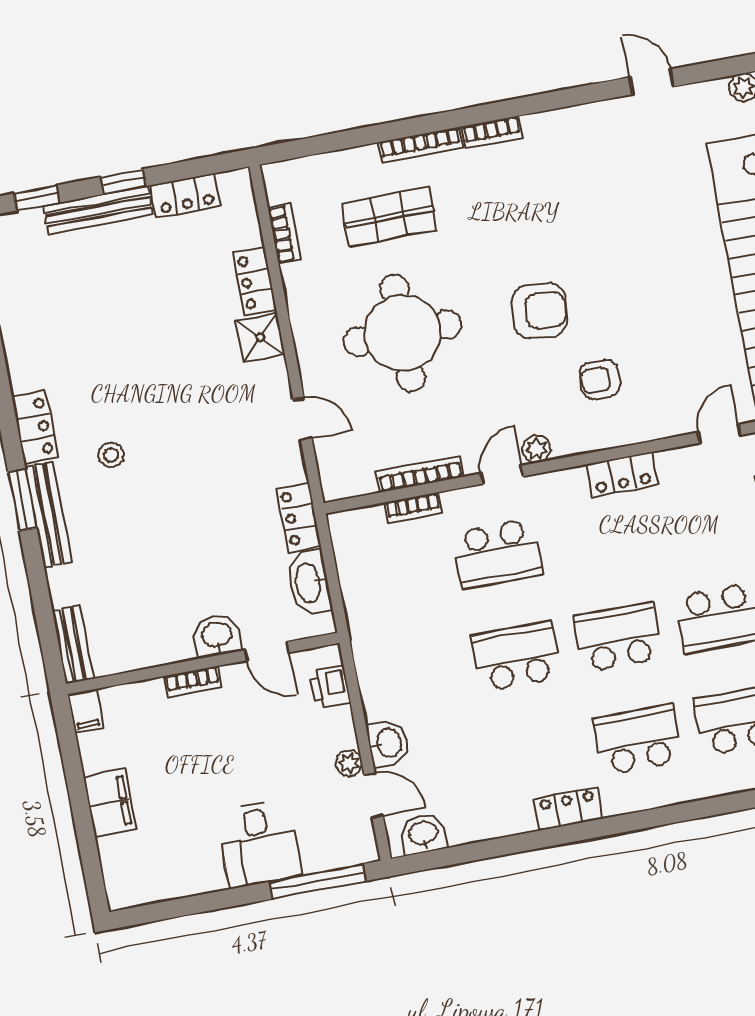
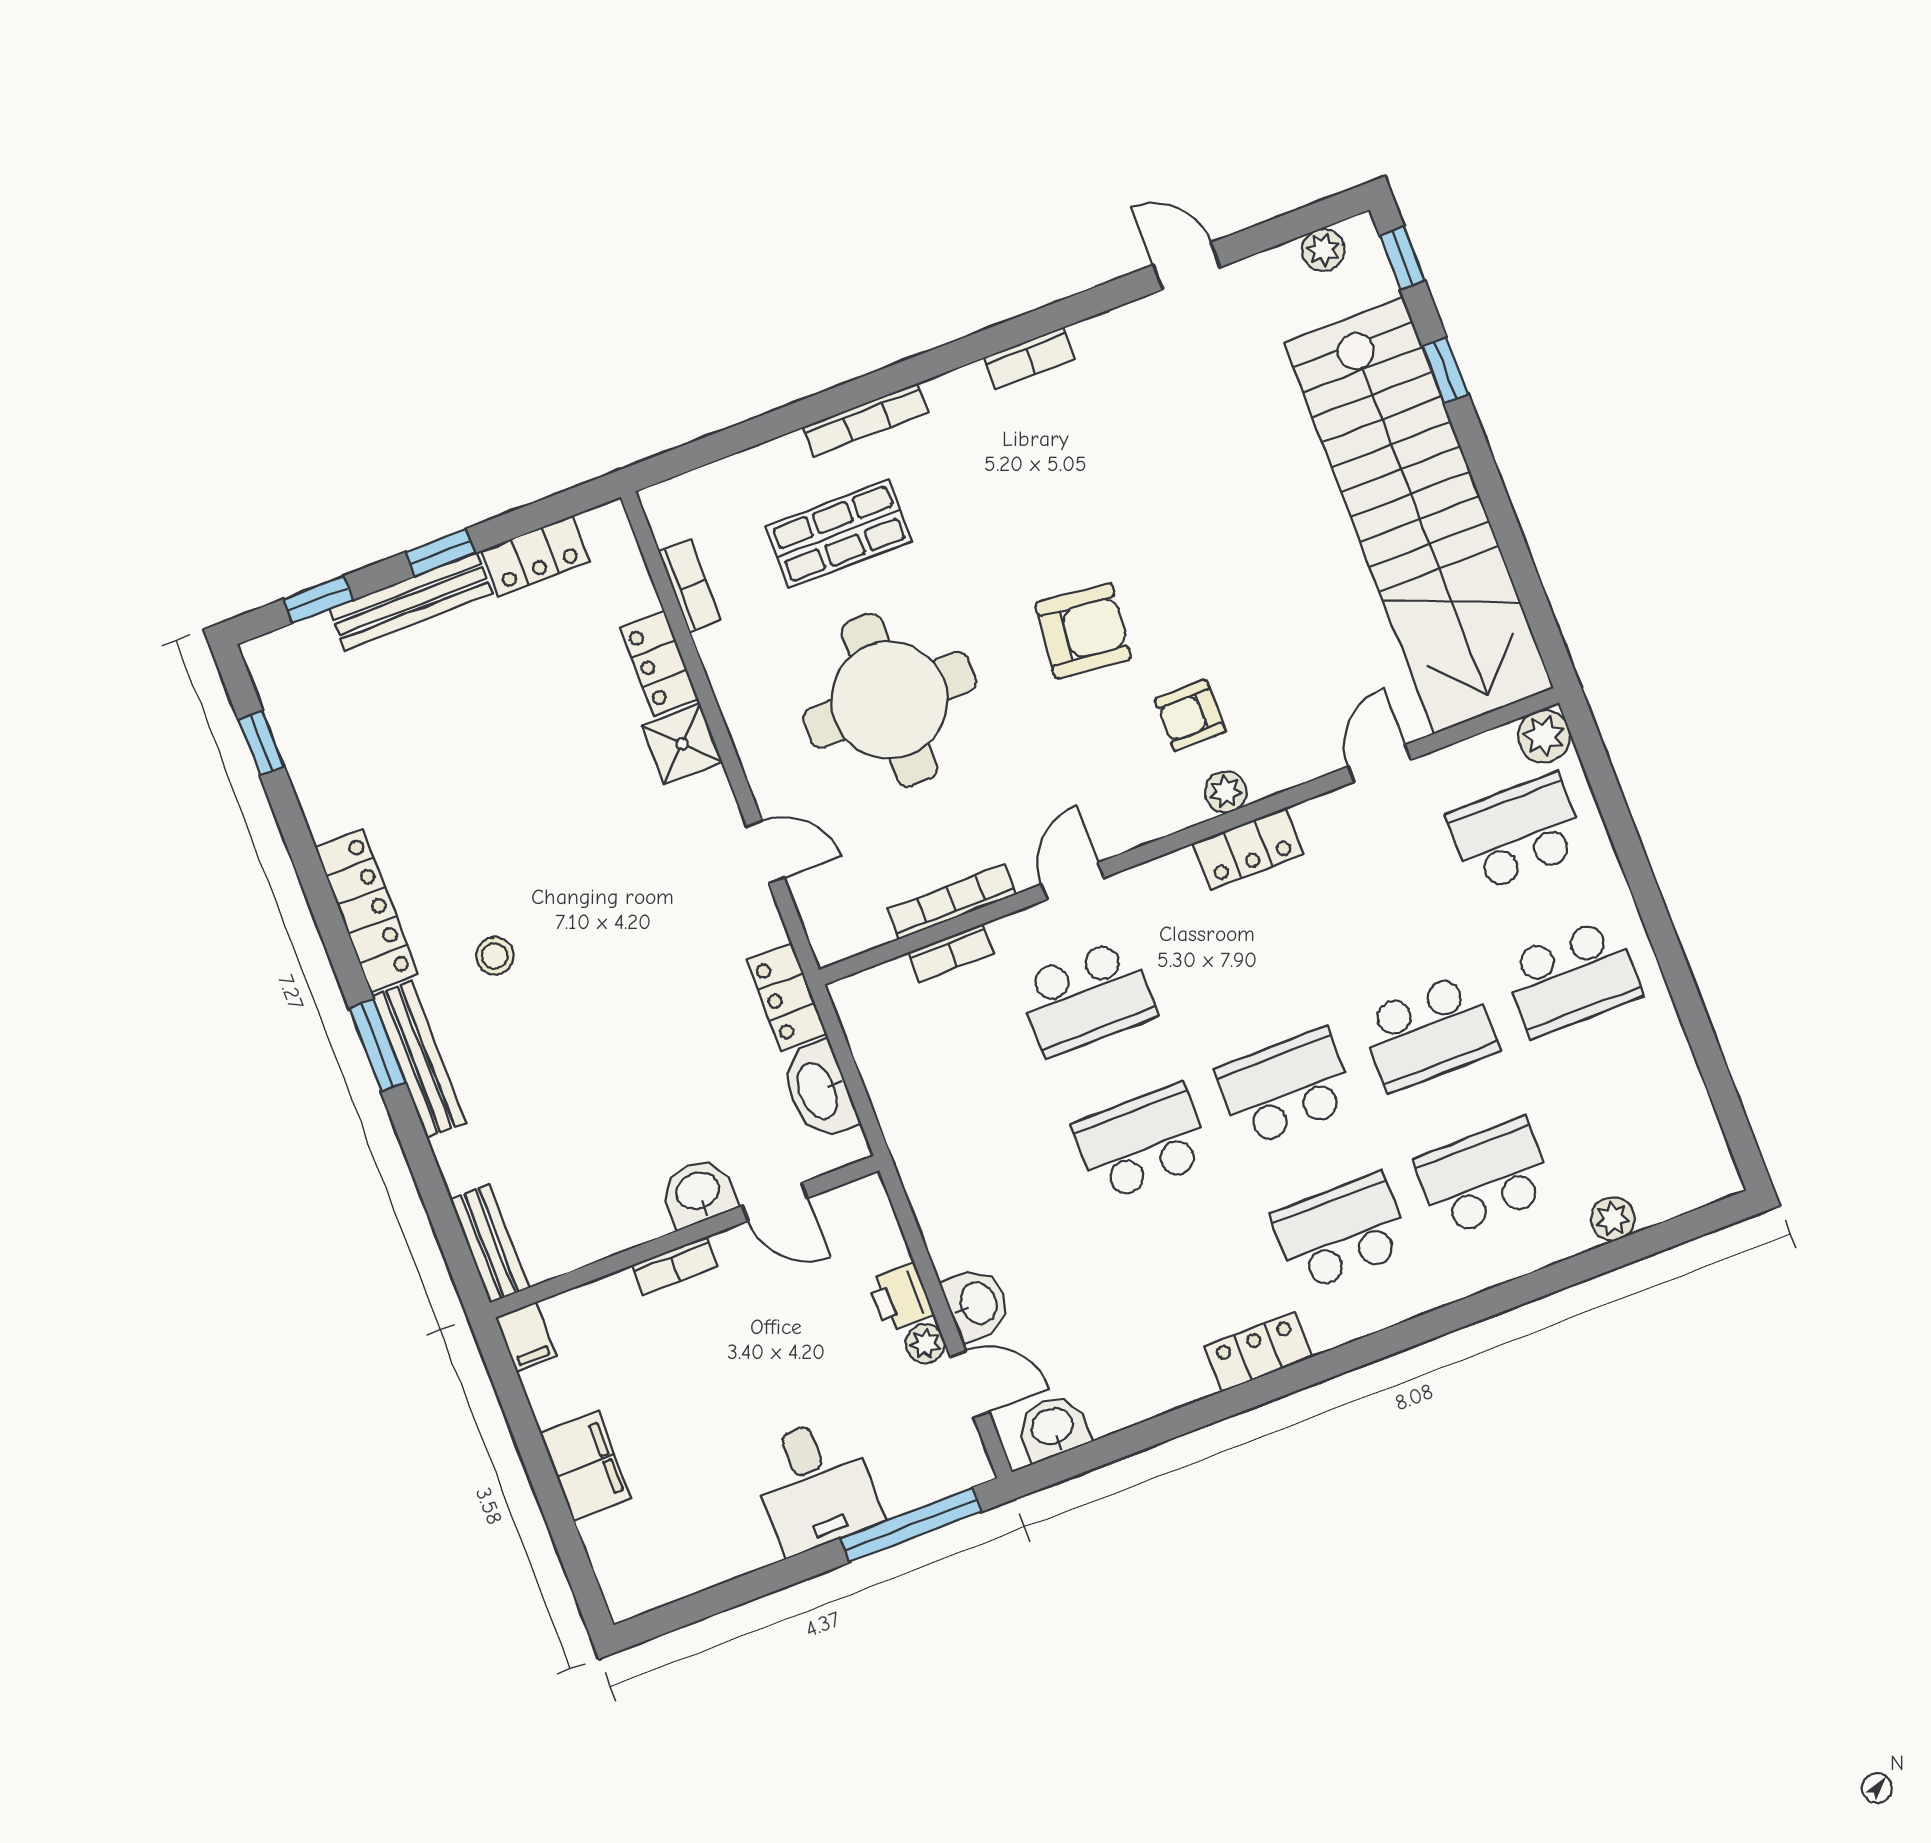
bookcase: (492, 132) -> (1029, 358), moved
locker: (35, 427) -> (367, 910), width x1.53
plant: (536, 449) -> (1226, 792), moved
printer: (330, 687) -> (901, 1298), moved

